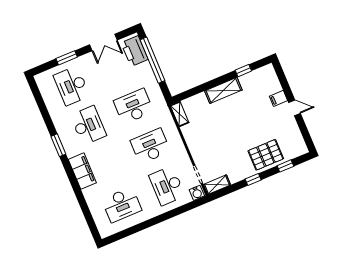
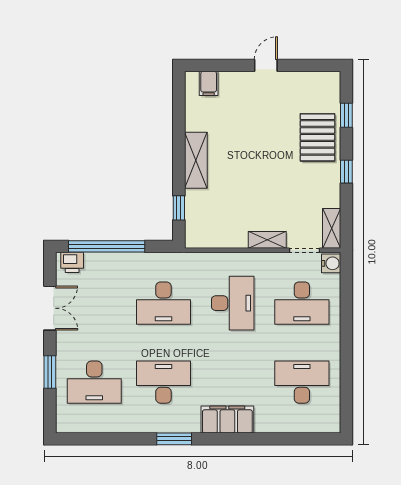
printer: (135, 51) -> (72, 262), width x0.53, depth x0.68
window: (243, 71) -> (179, 208), moved
filing cabinet: (278, 98) -> (209, 83), moved
desk: (134, 106) -> (163, 303), turned -90
shelving: (180, 114) -> (267, 240), moved
desk: (150, 146) -> (233, 303), turned 180
desk: (122, 205) -> (302, 382), turned -90

